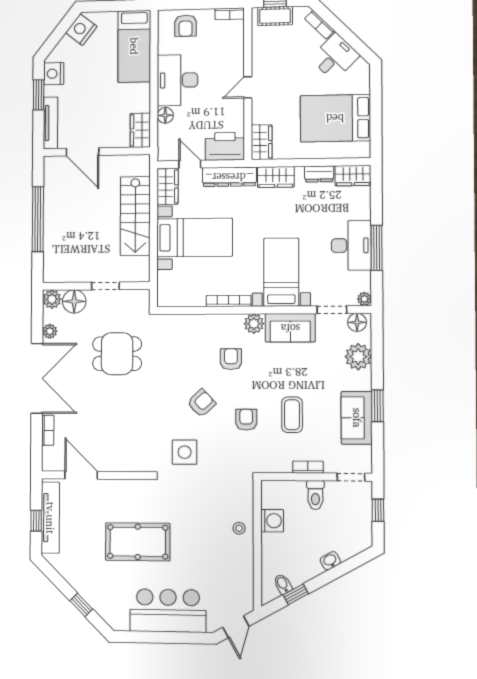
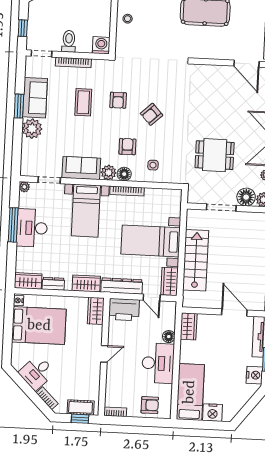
armchair: (186, 26) -> (150, 405), turned 90
nightstand: (81, 30) -> (213, 413), moved, turned 52
nightstand: (364, 149) -> (18, 300), added
doorway: (105, 286) -> (221, 208), width x1.38
floor lamp: (357, 322) -> (124, 174), moved
plant: (358, 357) -> (32, 129), moved
armchair: (231, 359) -> (127, 147), turned 180
side table: (185, 452) -> (153, 165), moved, width x0.54, depth x0.54
bookcase: (308, 467) -> (73, 62), width x1.56
washing machine: (272, 521) -> (101, 45), moved, turned 90

